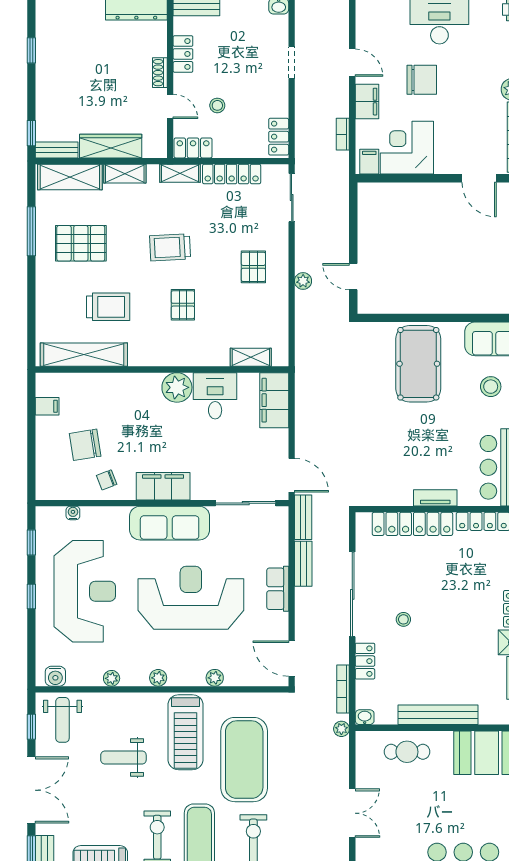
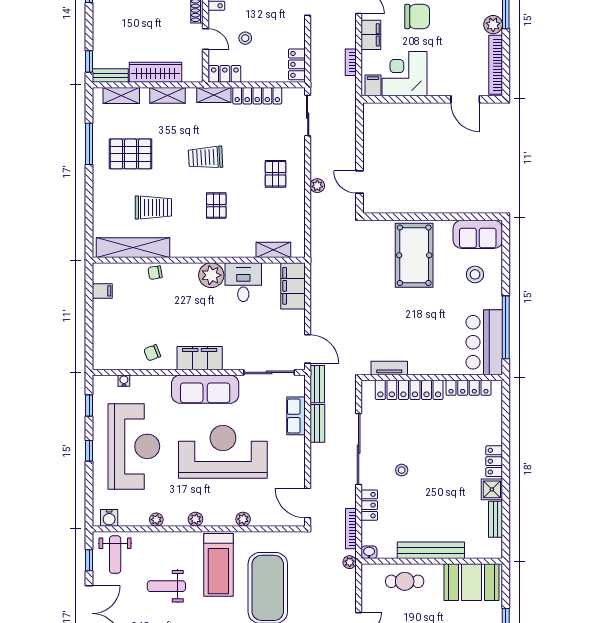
shelving: (70, 177) -> (121, 96), width x0.67, depth x0.75
chair: (85, 445) -> (155, 273), moved, width x0.54, depth x0.54
tv unit: (435, 498) -> (389, 368), moved
row of seats: (278, 589) -> (296, 416), moved

